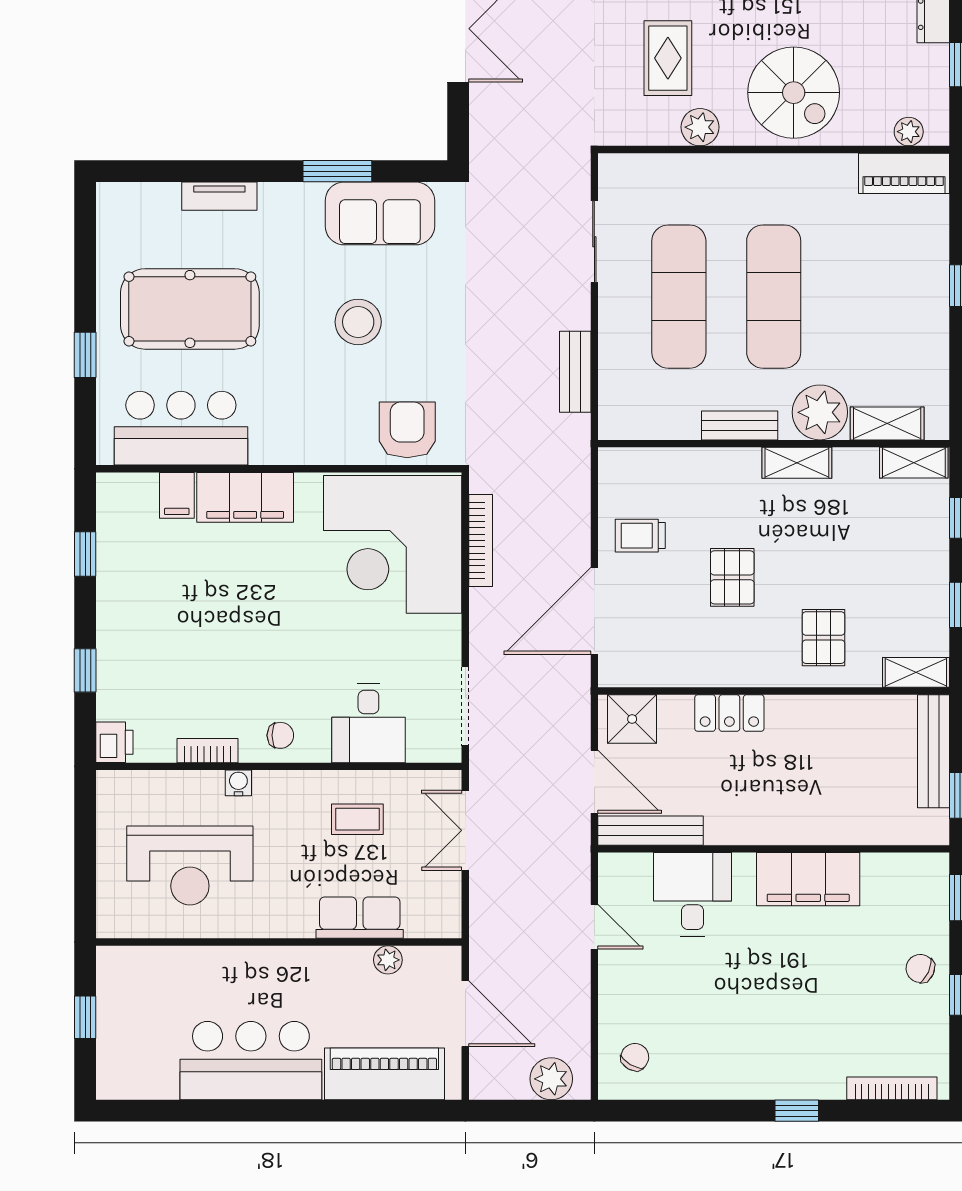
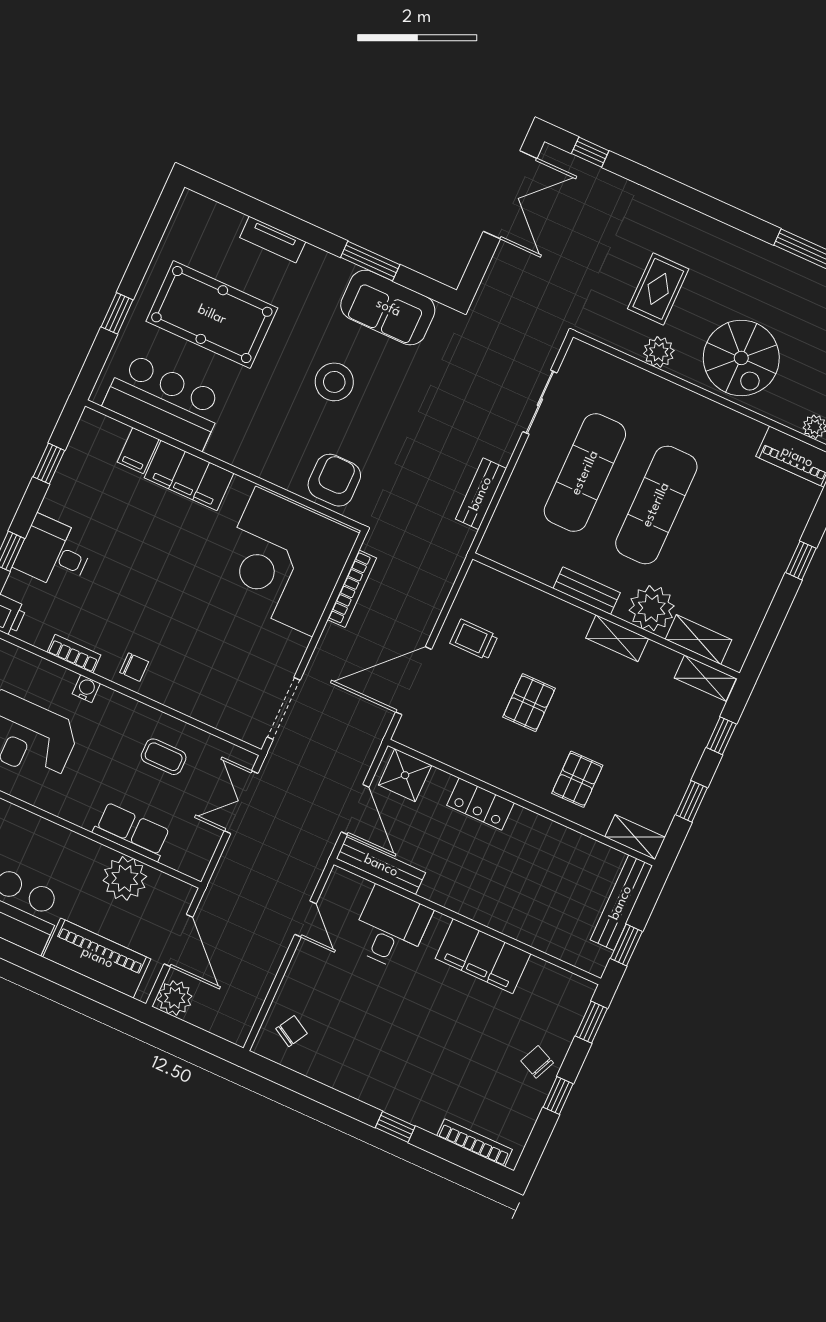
desk: (368, 723) -> (54, 553), moved, turned 90
plant: (388, 960) -> (125, 878), width x1.88, depth x1.88
plant: (551, 1079) -> (175, 998), moved

